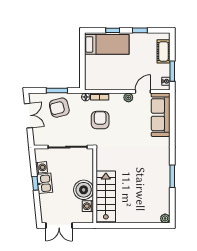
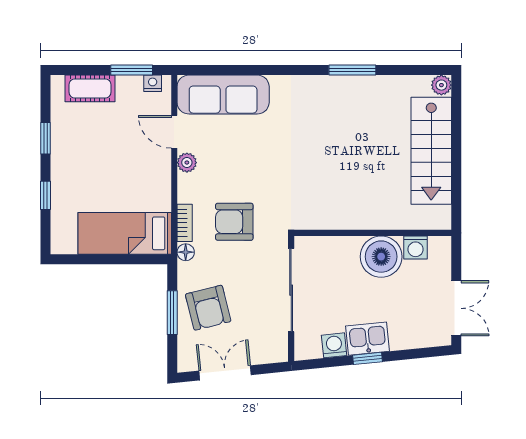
bed: (107, 44) -> (125, 233), moved, turned -90
stairs: (106, 196) -> (431, 151), moved, turned -90

